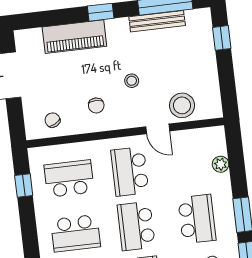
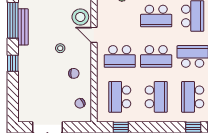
piano: (74, 37) -> (27, 82), removed
door: (158, 129) -> (94, 35), swing flipped
school desk: (197, 219) -> (156, 16), turned 180

